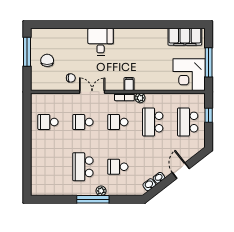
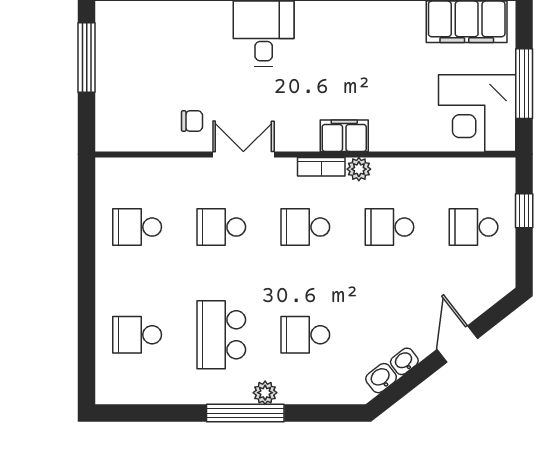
chair: (47, 60) -> (135, 79), removed
filing cabinet: (129, 84) -> (344, 136), width x2.00
school desk: (153, 122) -> (389, 227), width x0.54
school desk: (188, 122) -> (474, 227), width x0.54
school desk: (48, 167) -> (137, 335), added

